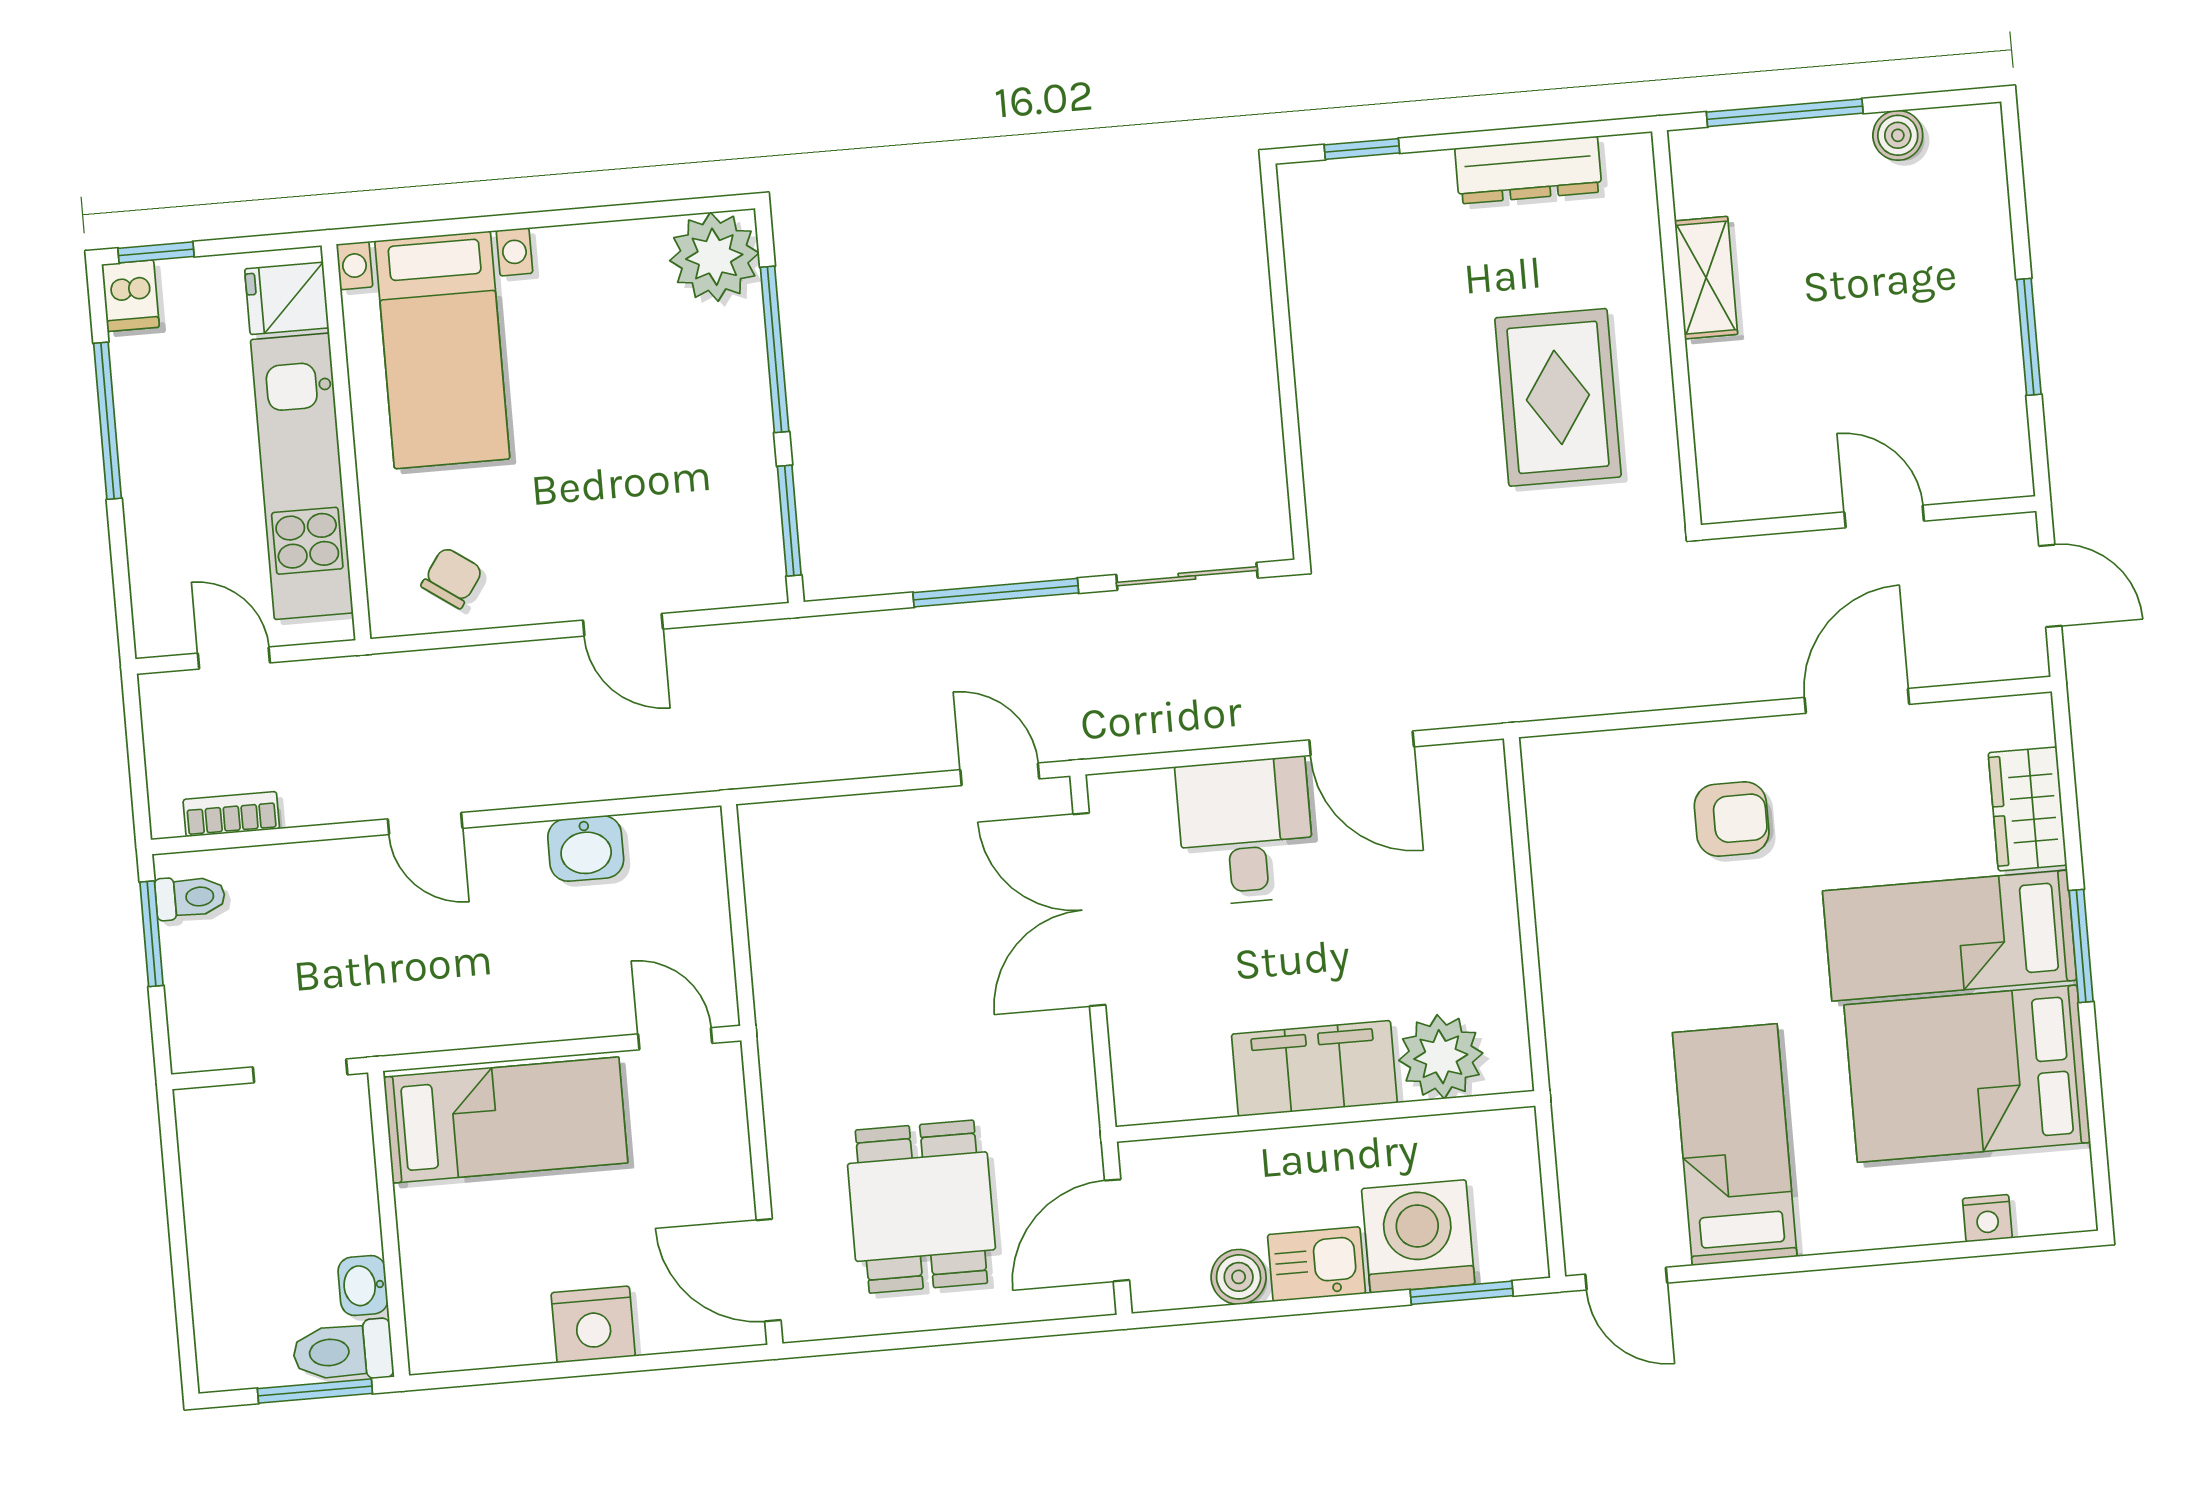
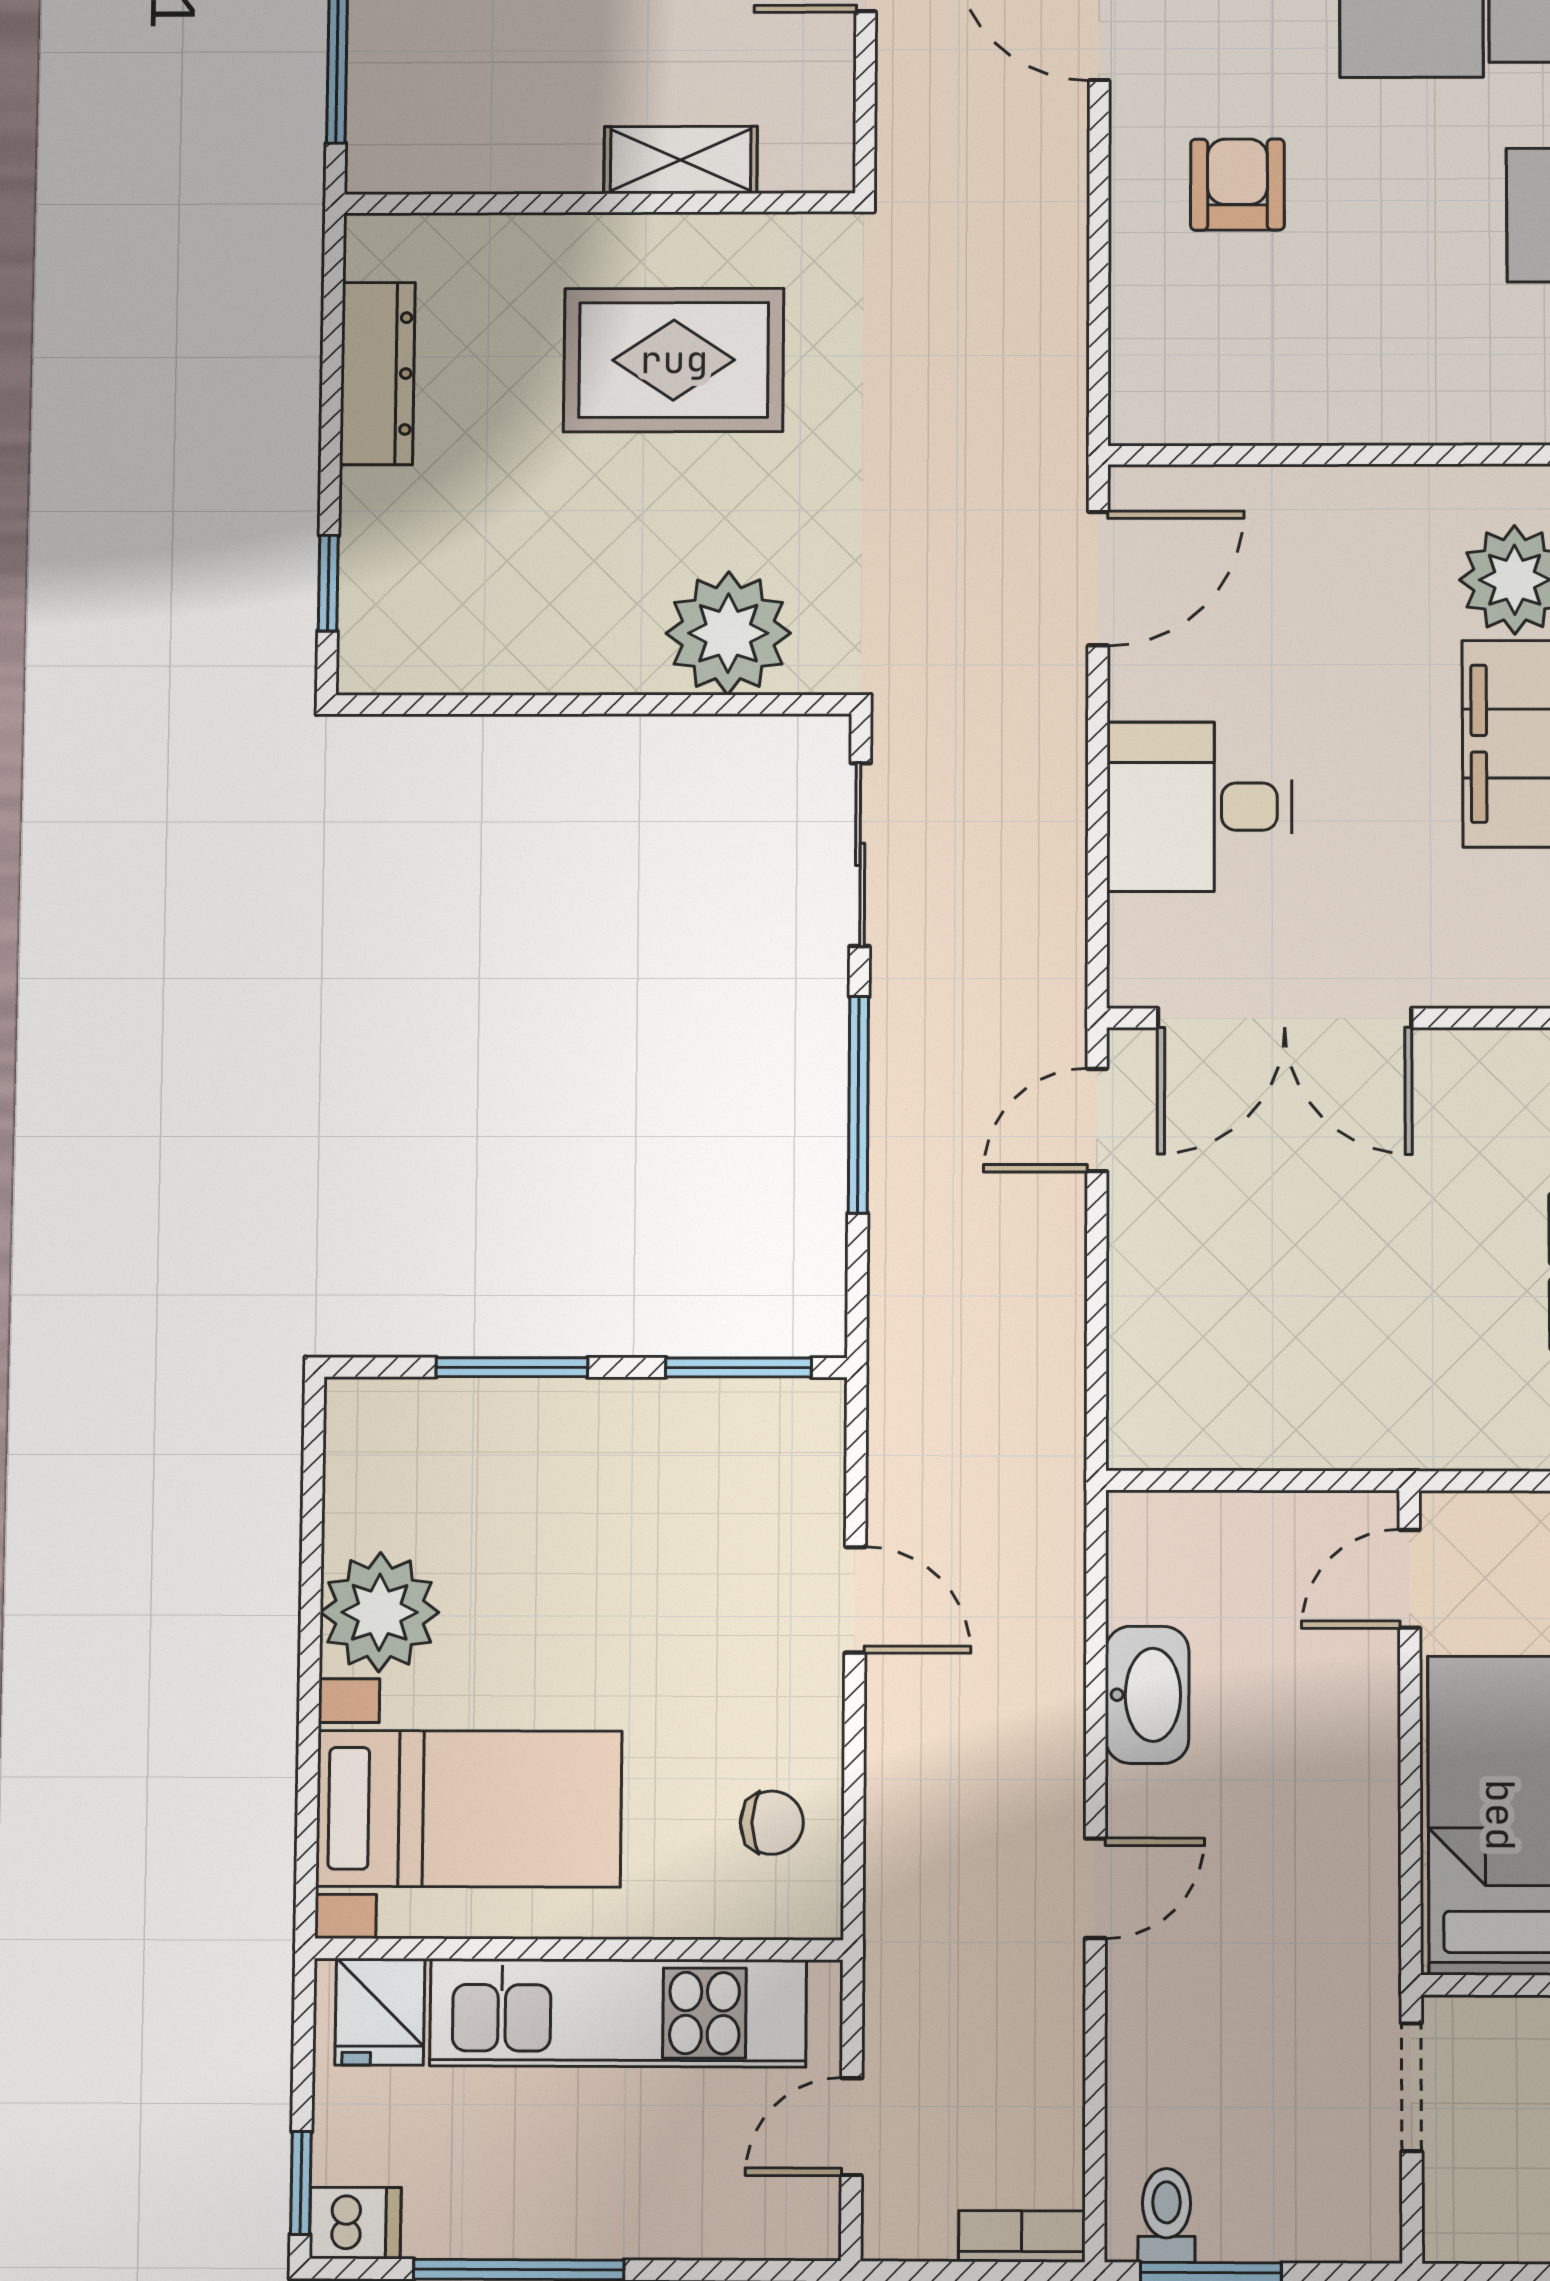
plant: (714, 257) -> (380, 1612), moved
shelving: (1706, 278) -> (681, 160), moved
window: (775, 349) -> (512, 1367), width x0.69
plant: (1349, 460) -> (728, 633), added
chair: (452, 578) -> (772, 1823), turned 145
door: (623, 625) -> (855, 1600), hinge flipped
door: (1362, 743) -> (1098, 579), moved
bookcase: (231, 814) -> (1022, 2236), moved, turned 90
washbasin: (586, 848) -> (1147, 1695), width x1.38

